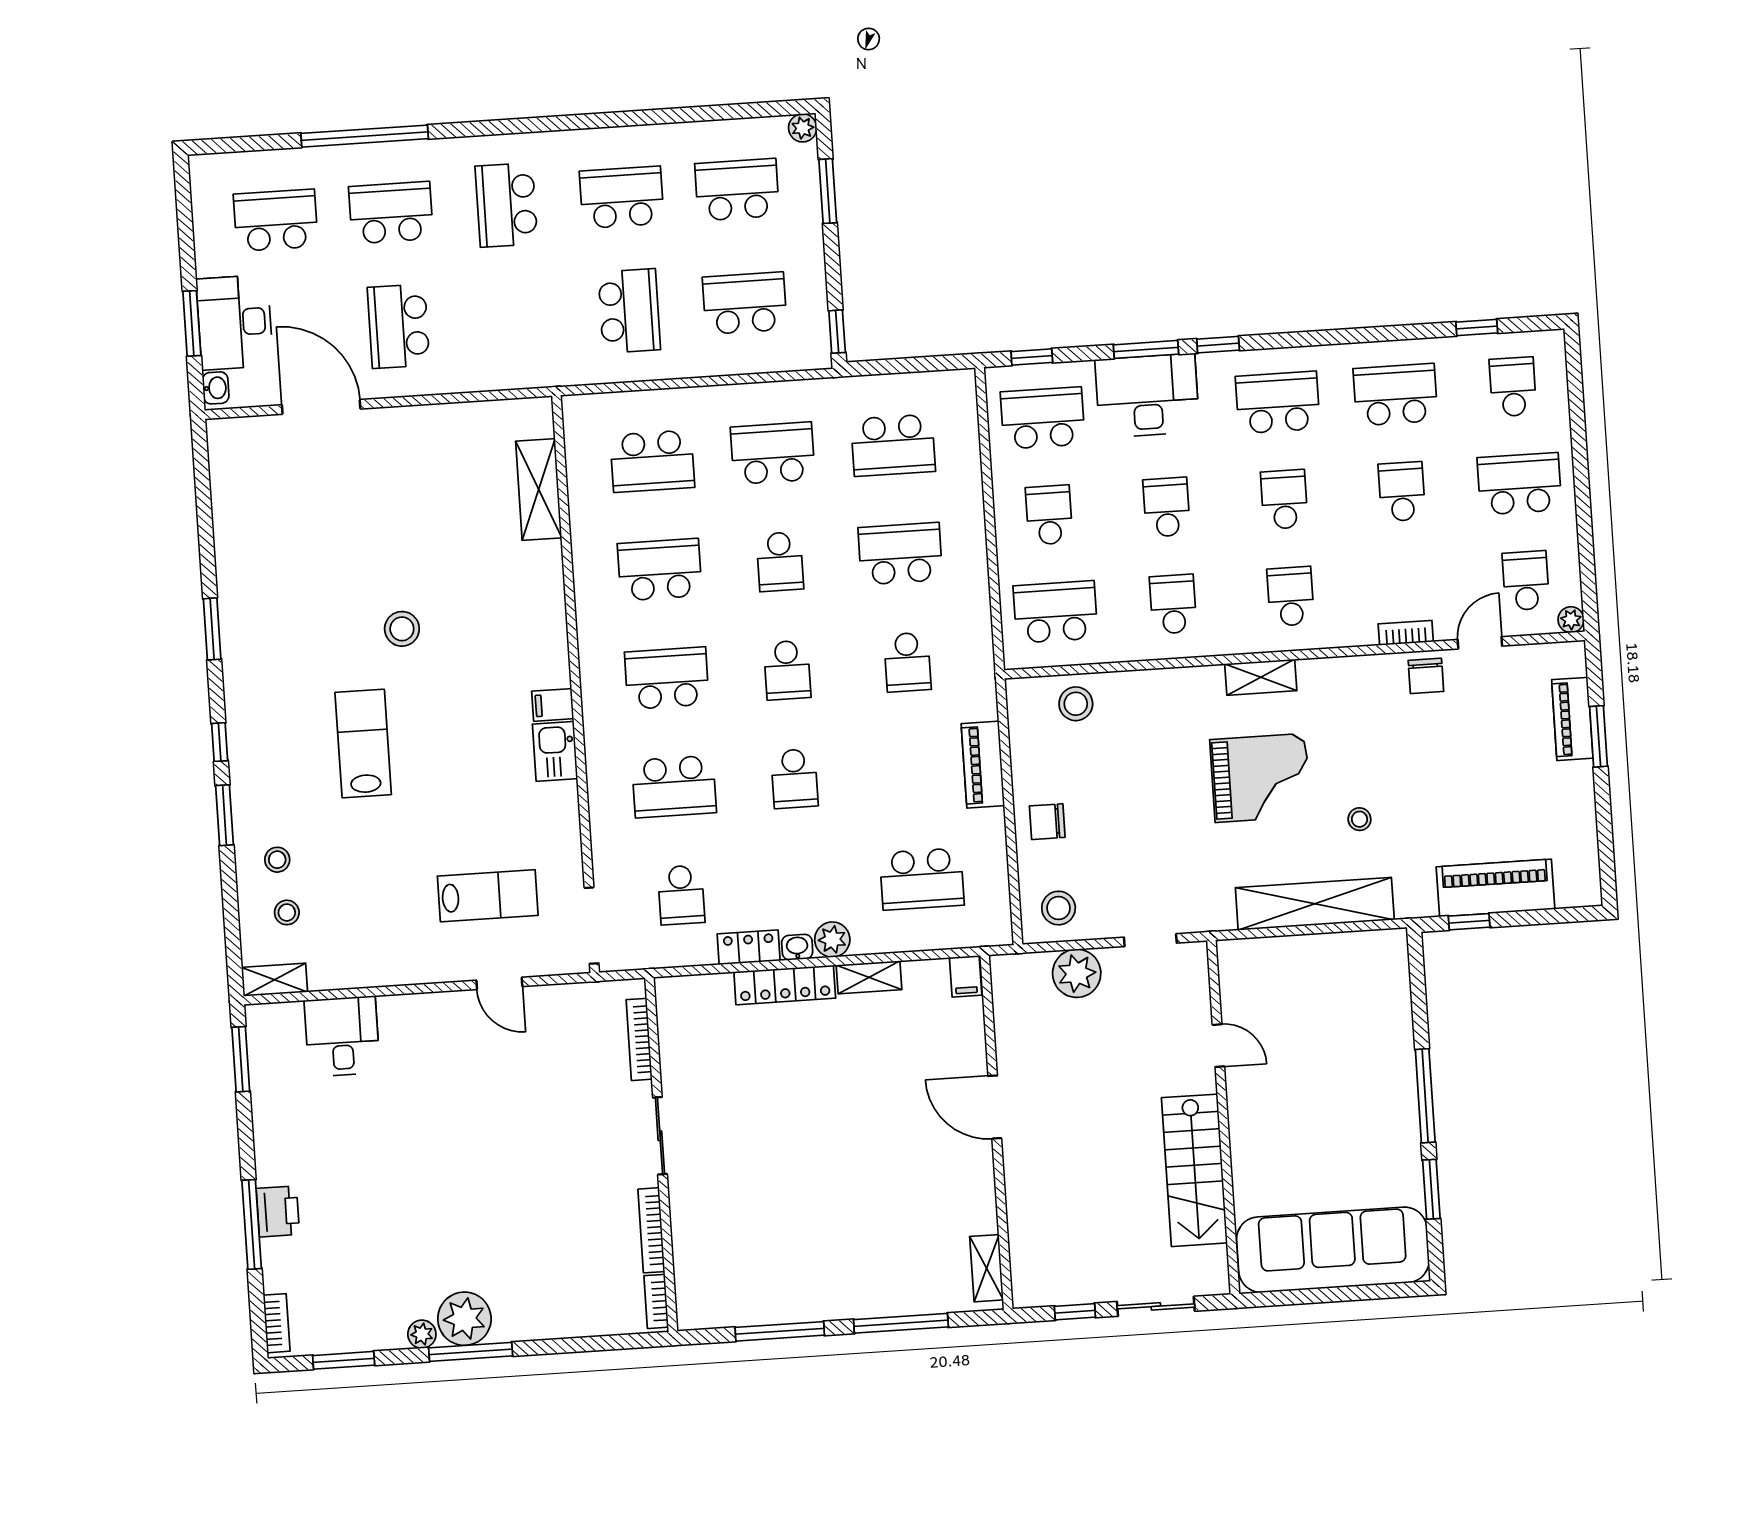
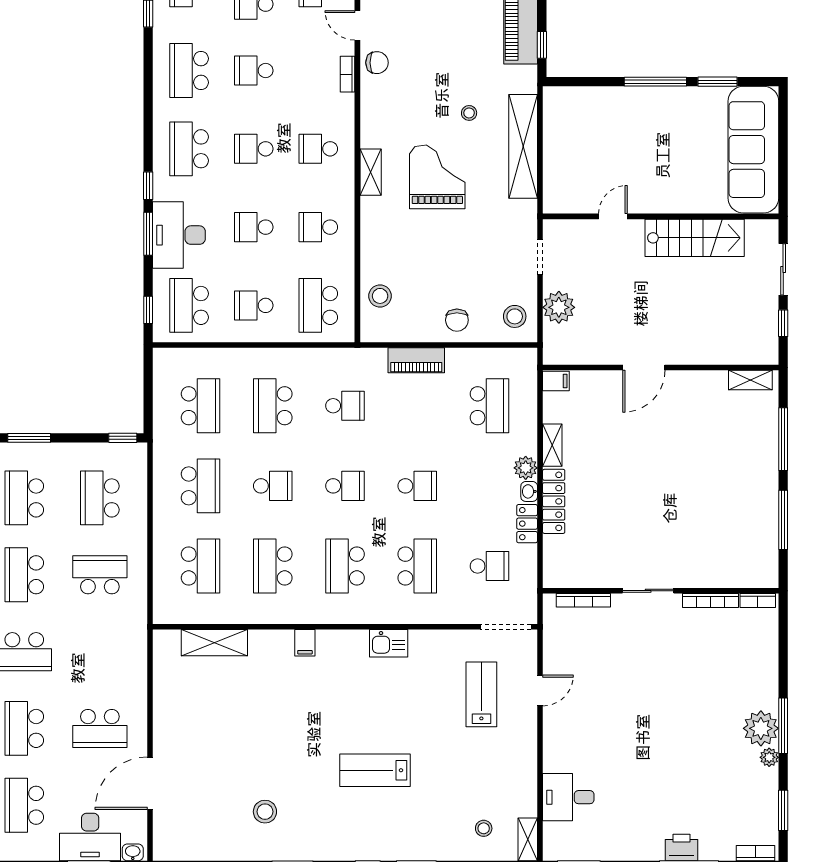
school desk: (773, 453) -> (201, 486), turned 180
stool: (402, 629) -> (265, 812), moved
filing cabinet: (553, 705) -> (305, 643), moved
stool: (277, 860) -> (448, 832), removed

